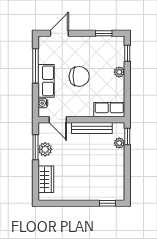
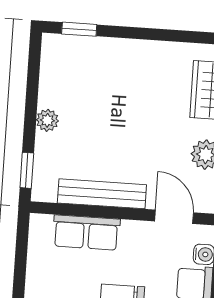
row of seats: (109, 110) -> (86, 233), moved
plant: (119, 143) -> (47, 120), moved

